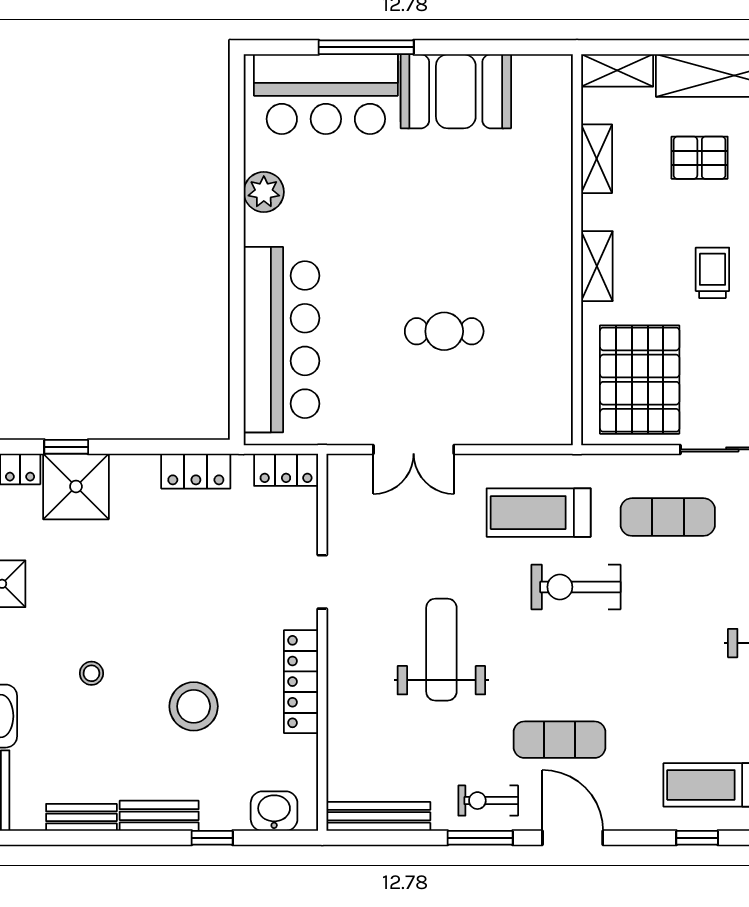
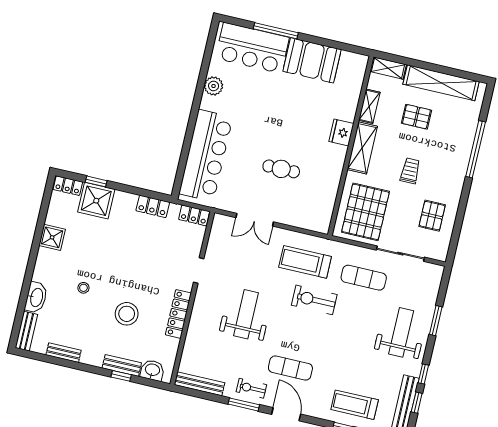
fridge: (551, 227) -> (341, 132), added
shelving: (597, 266) -> (362, 148), width x1.50, depth x1.33
bench: (159, 816) -> (122, 365), moved

